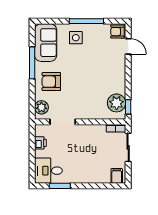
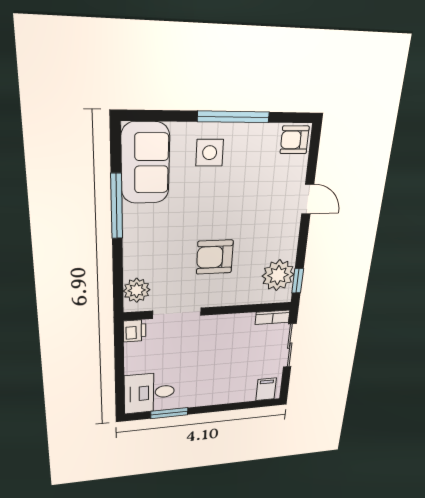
door: (128, 46) -> (308, 199), moved
armchair: (51, 82) -> (215, 257), moved
printer: (40, 143) -> (135, 331), moved

